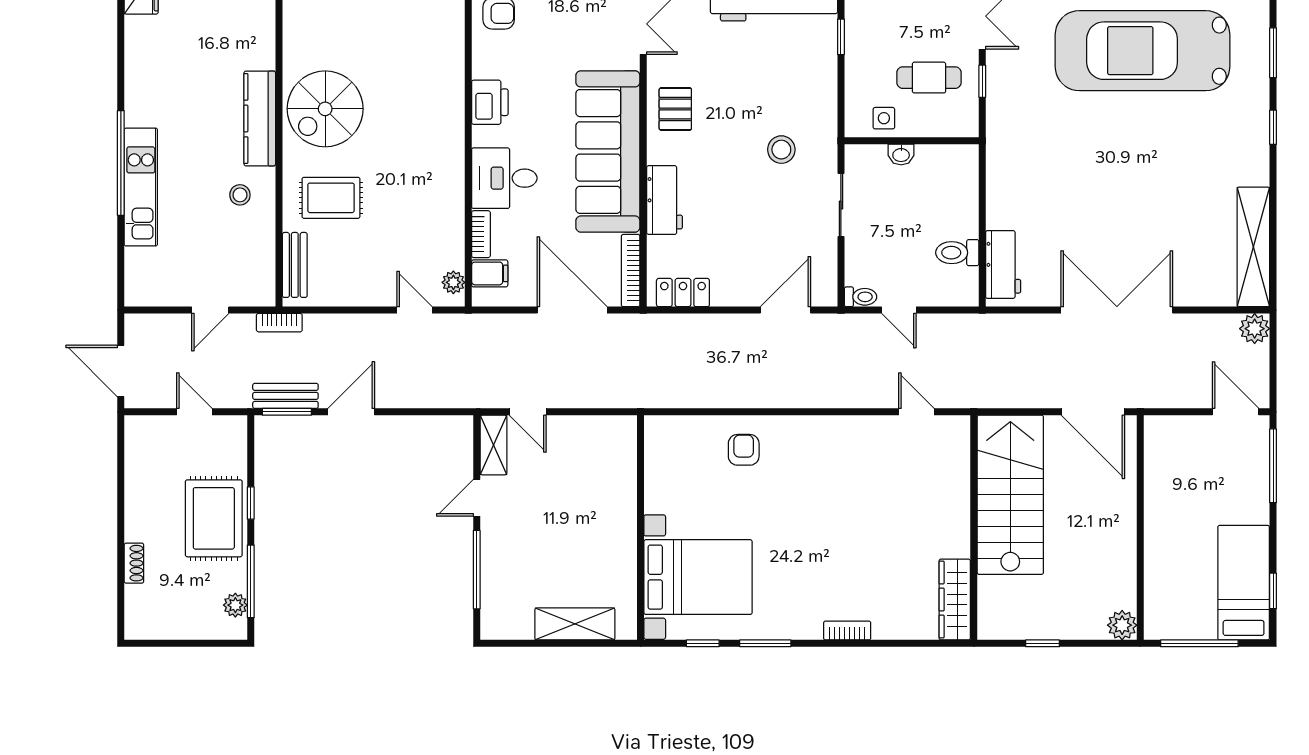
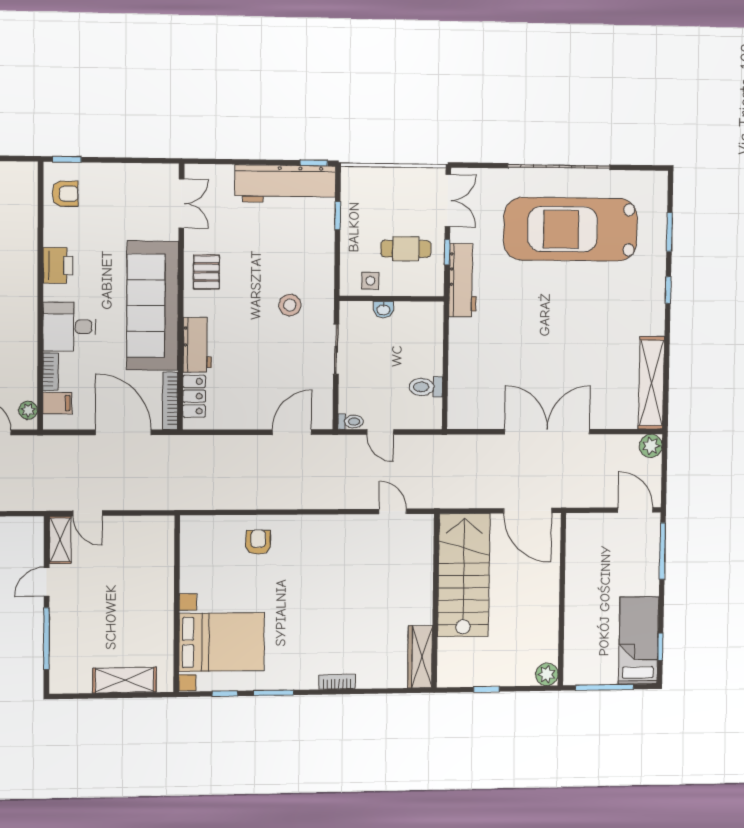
workbench: (1003, 265) -> (463, 280), moved, width x1.37
locker: (683, 293) -> (194, 396), moved, turned 90

